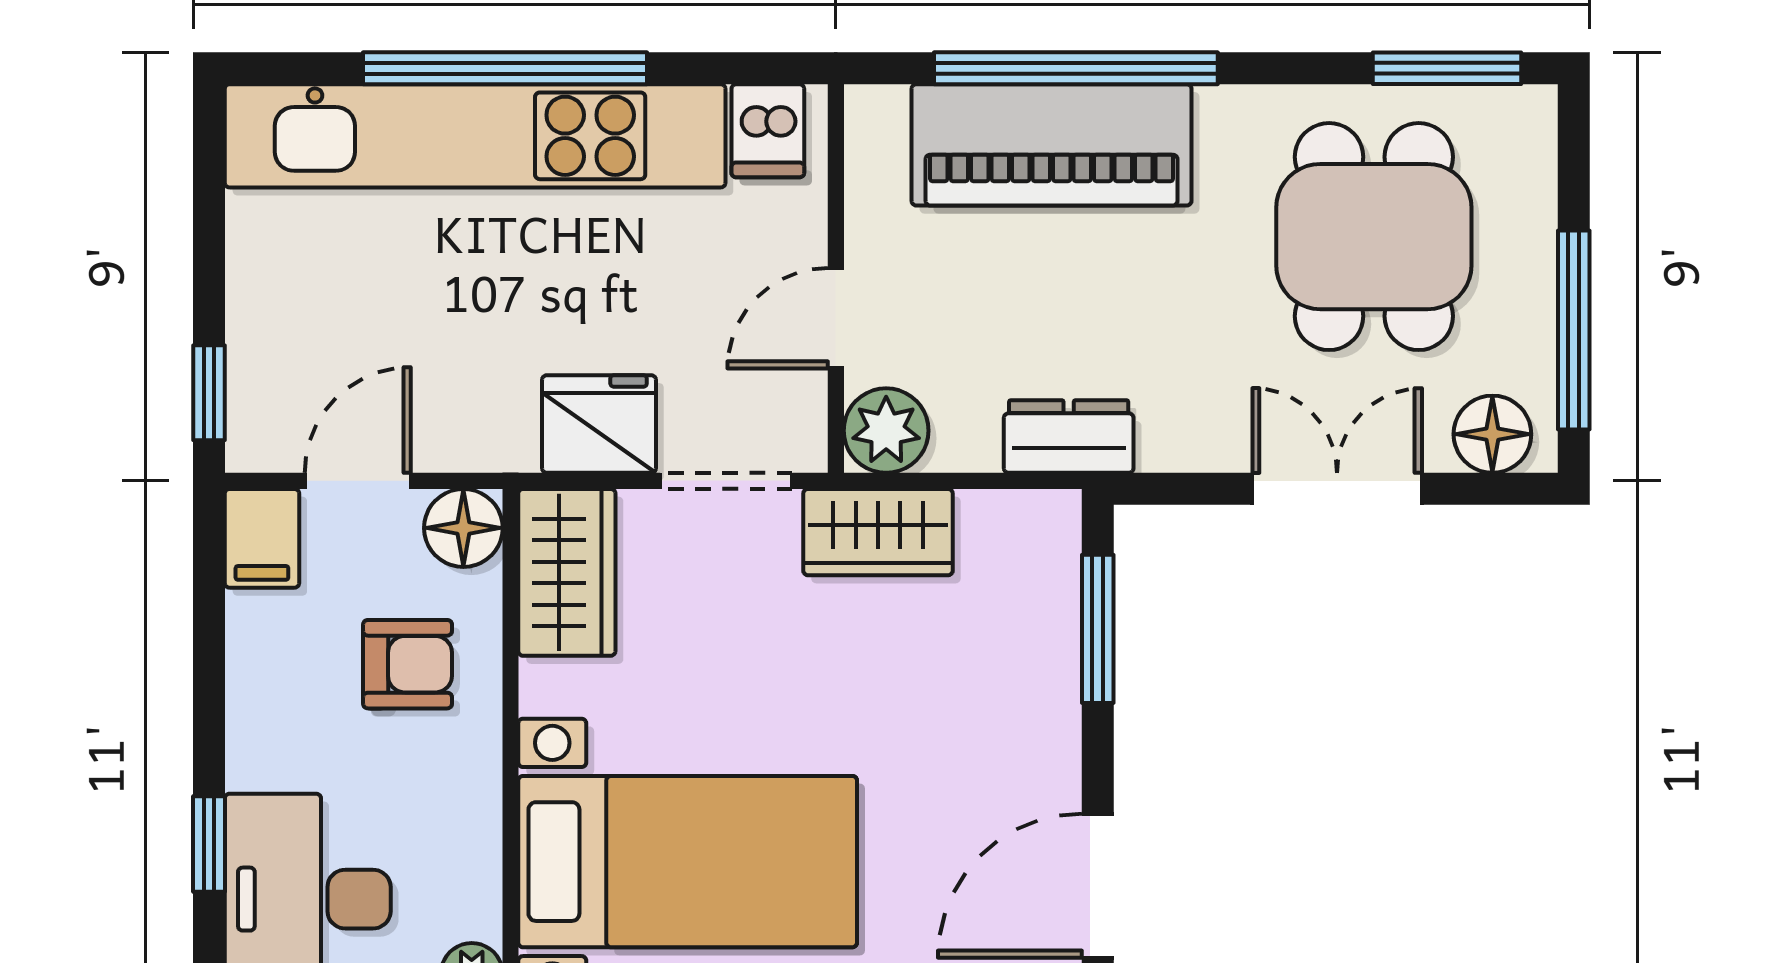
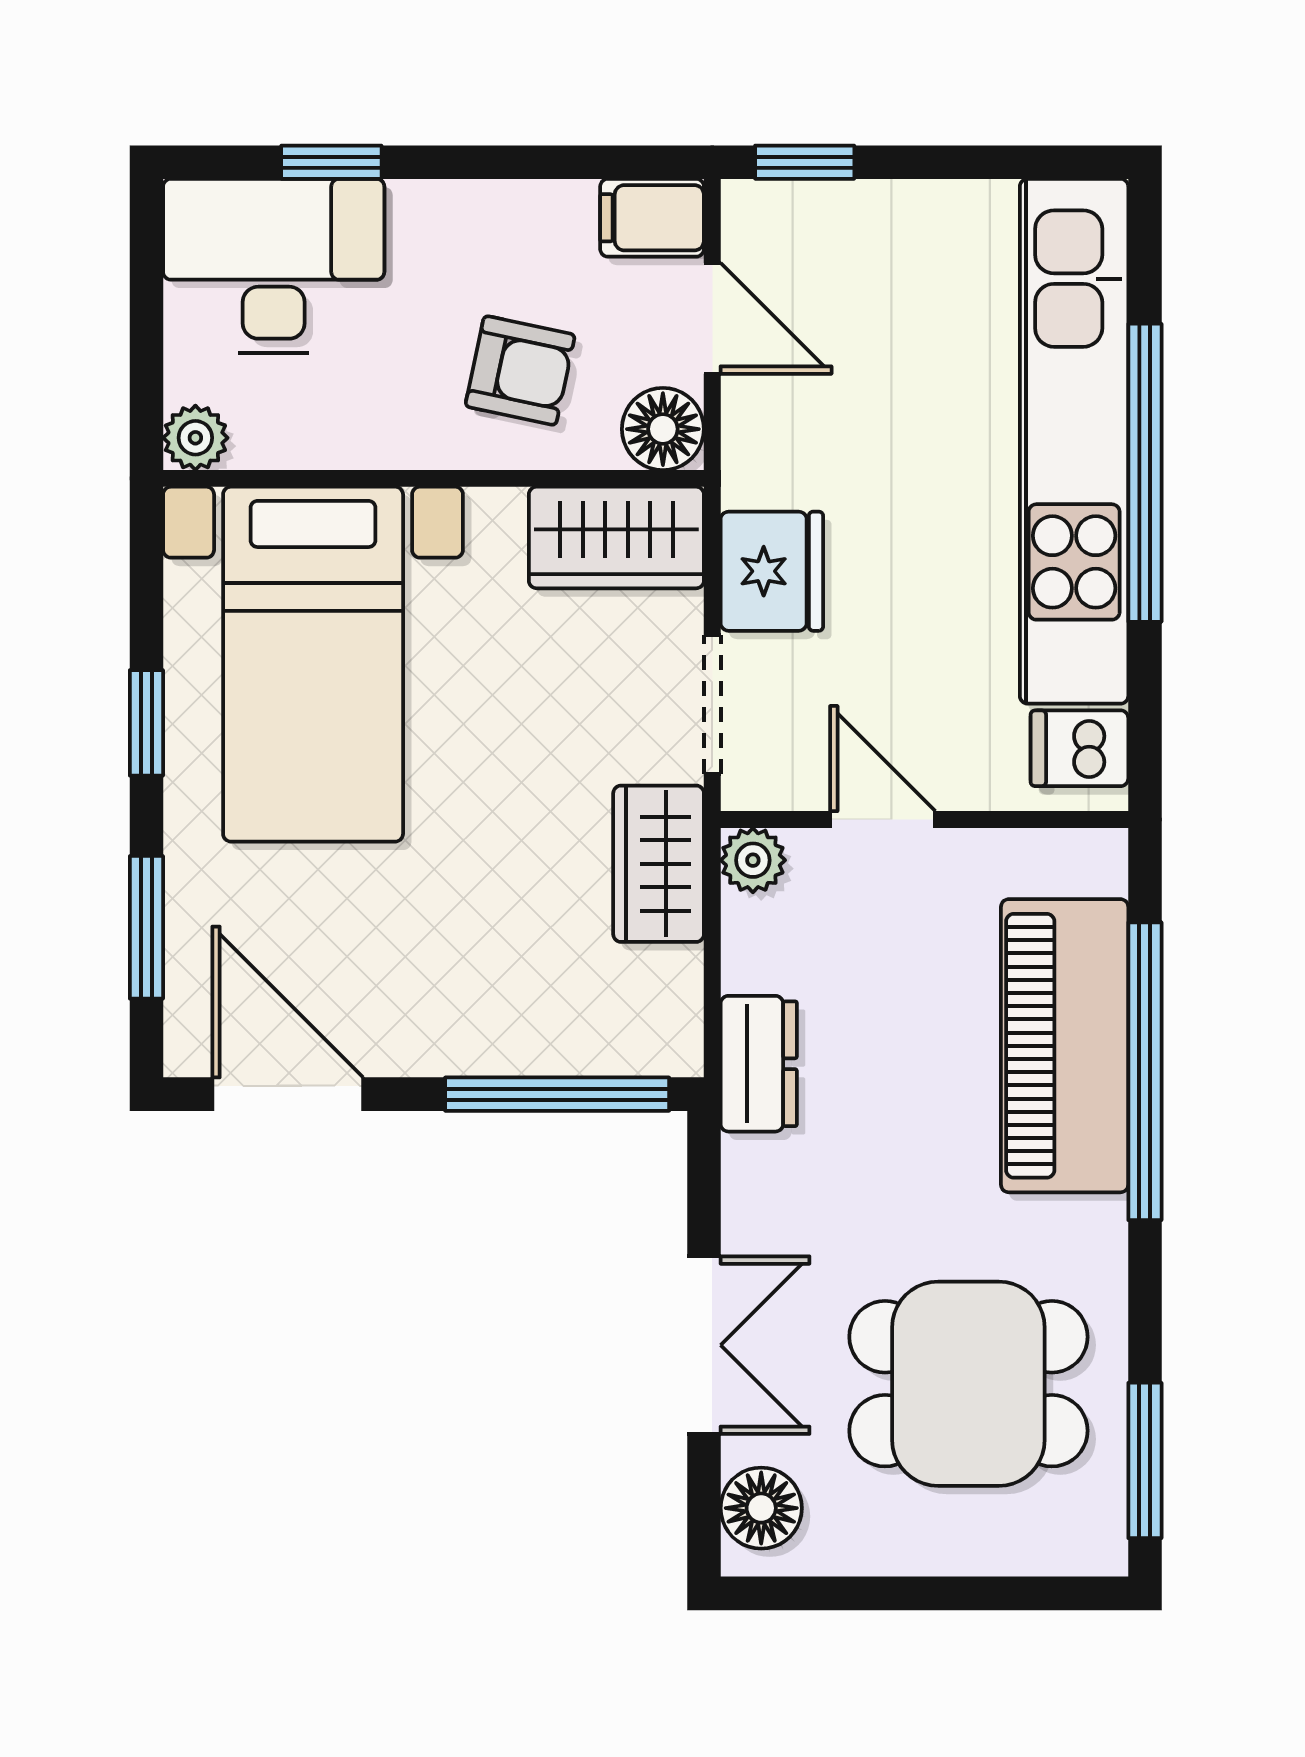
window: (1574, 330) -> (870, 1593), removed
plant: (886, 431) -> (753, 860), width x0.73, depth x0.73
window: (1098, 629) -> (557, 1094), width x1.44
armchair: (408, 664) -> (520, 370), turned -78

